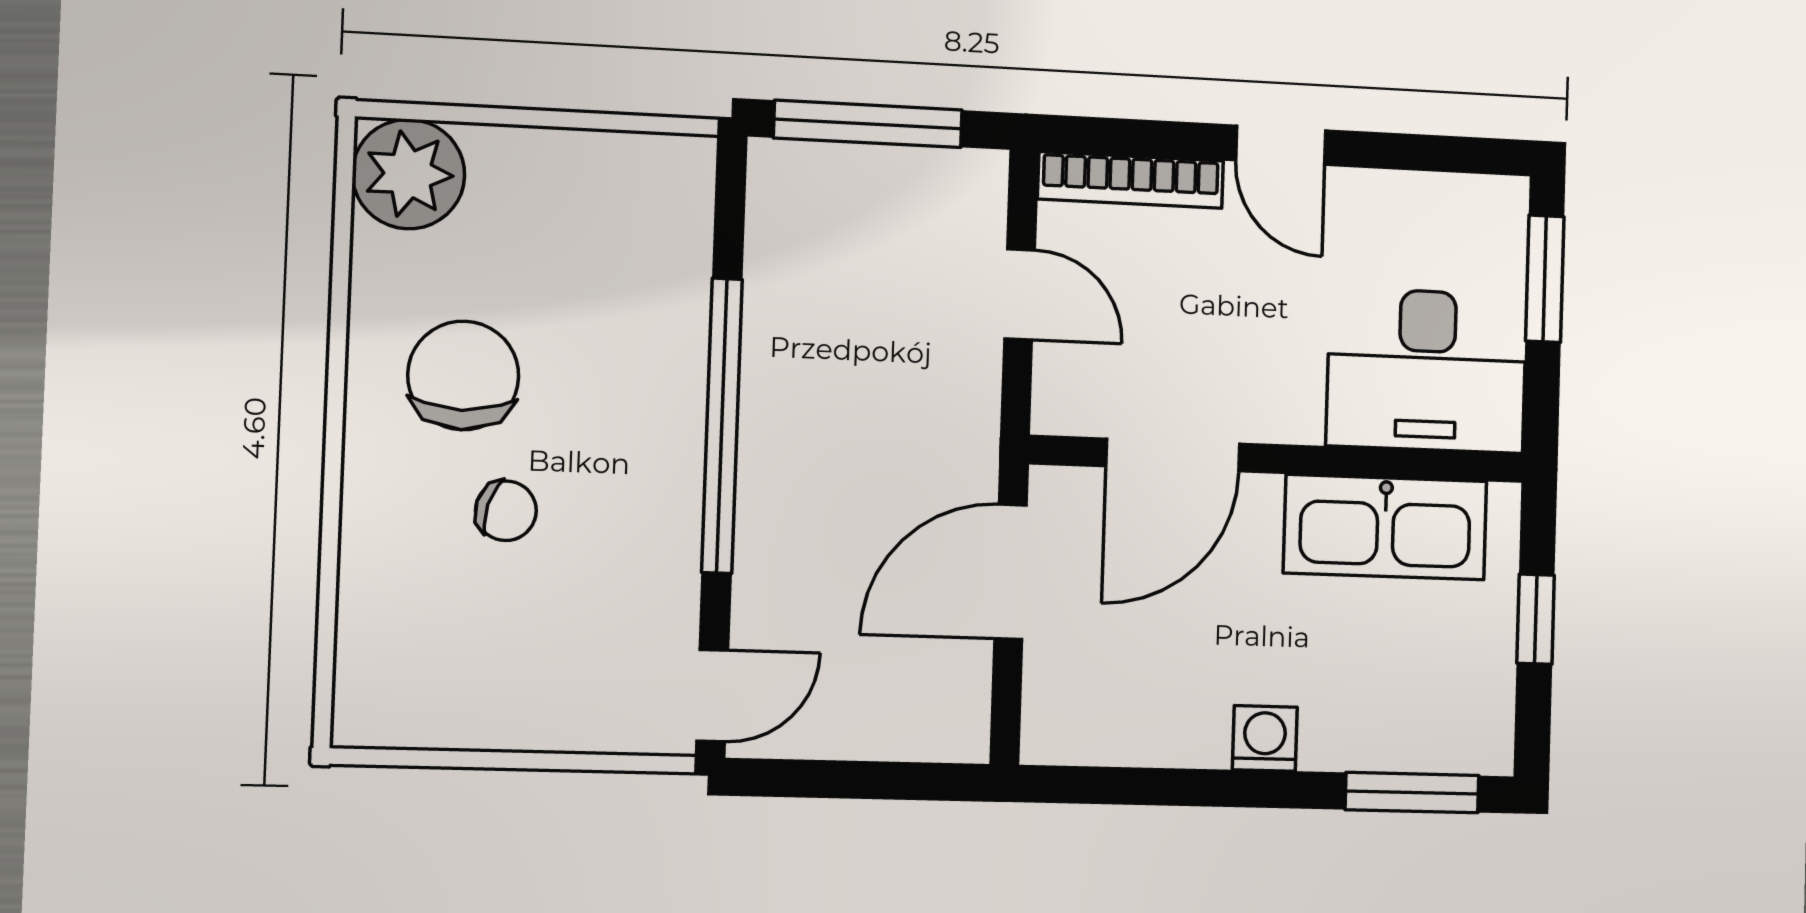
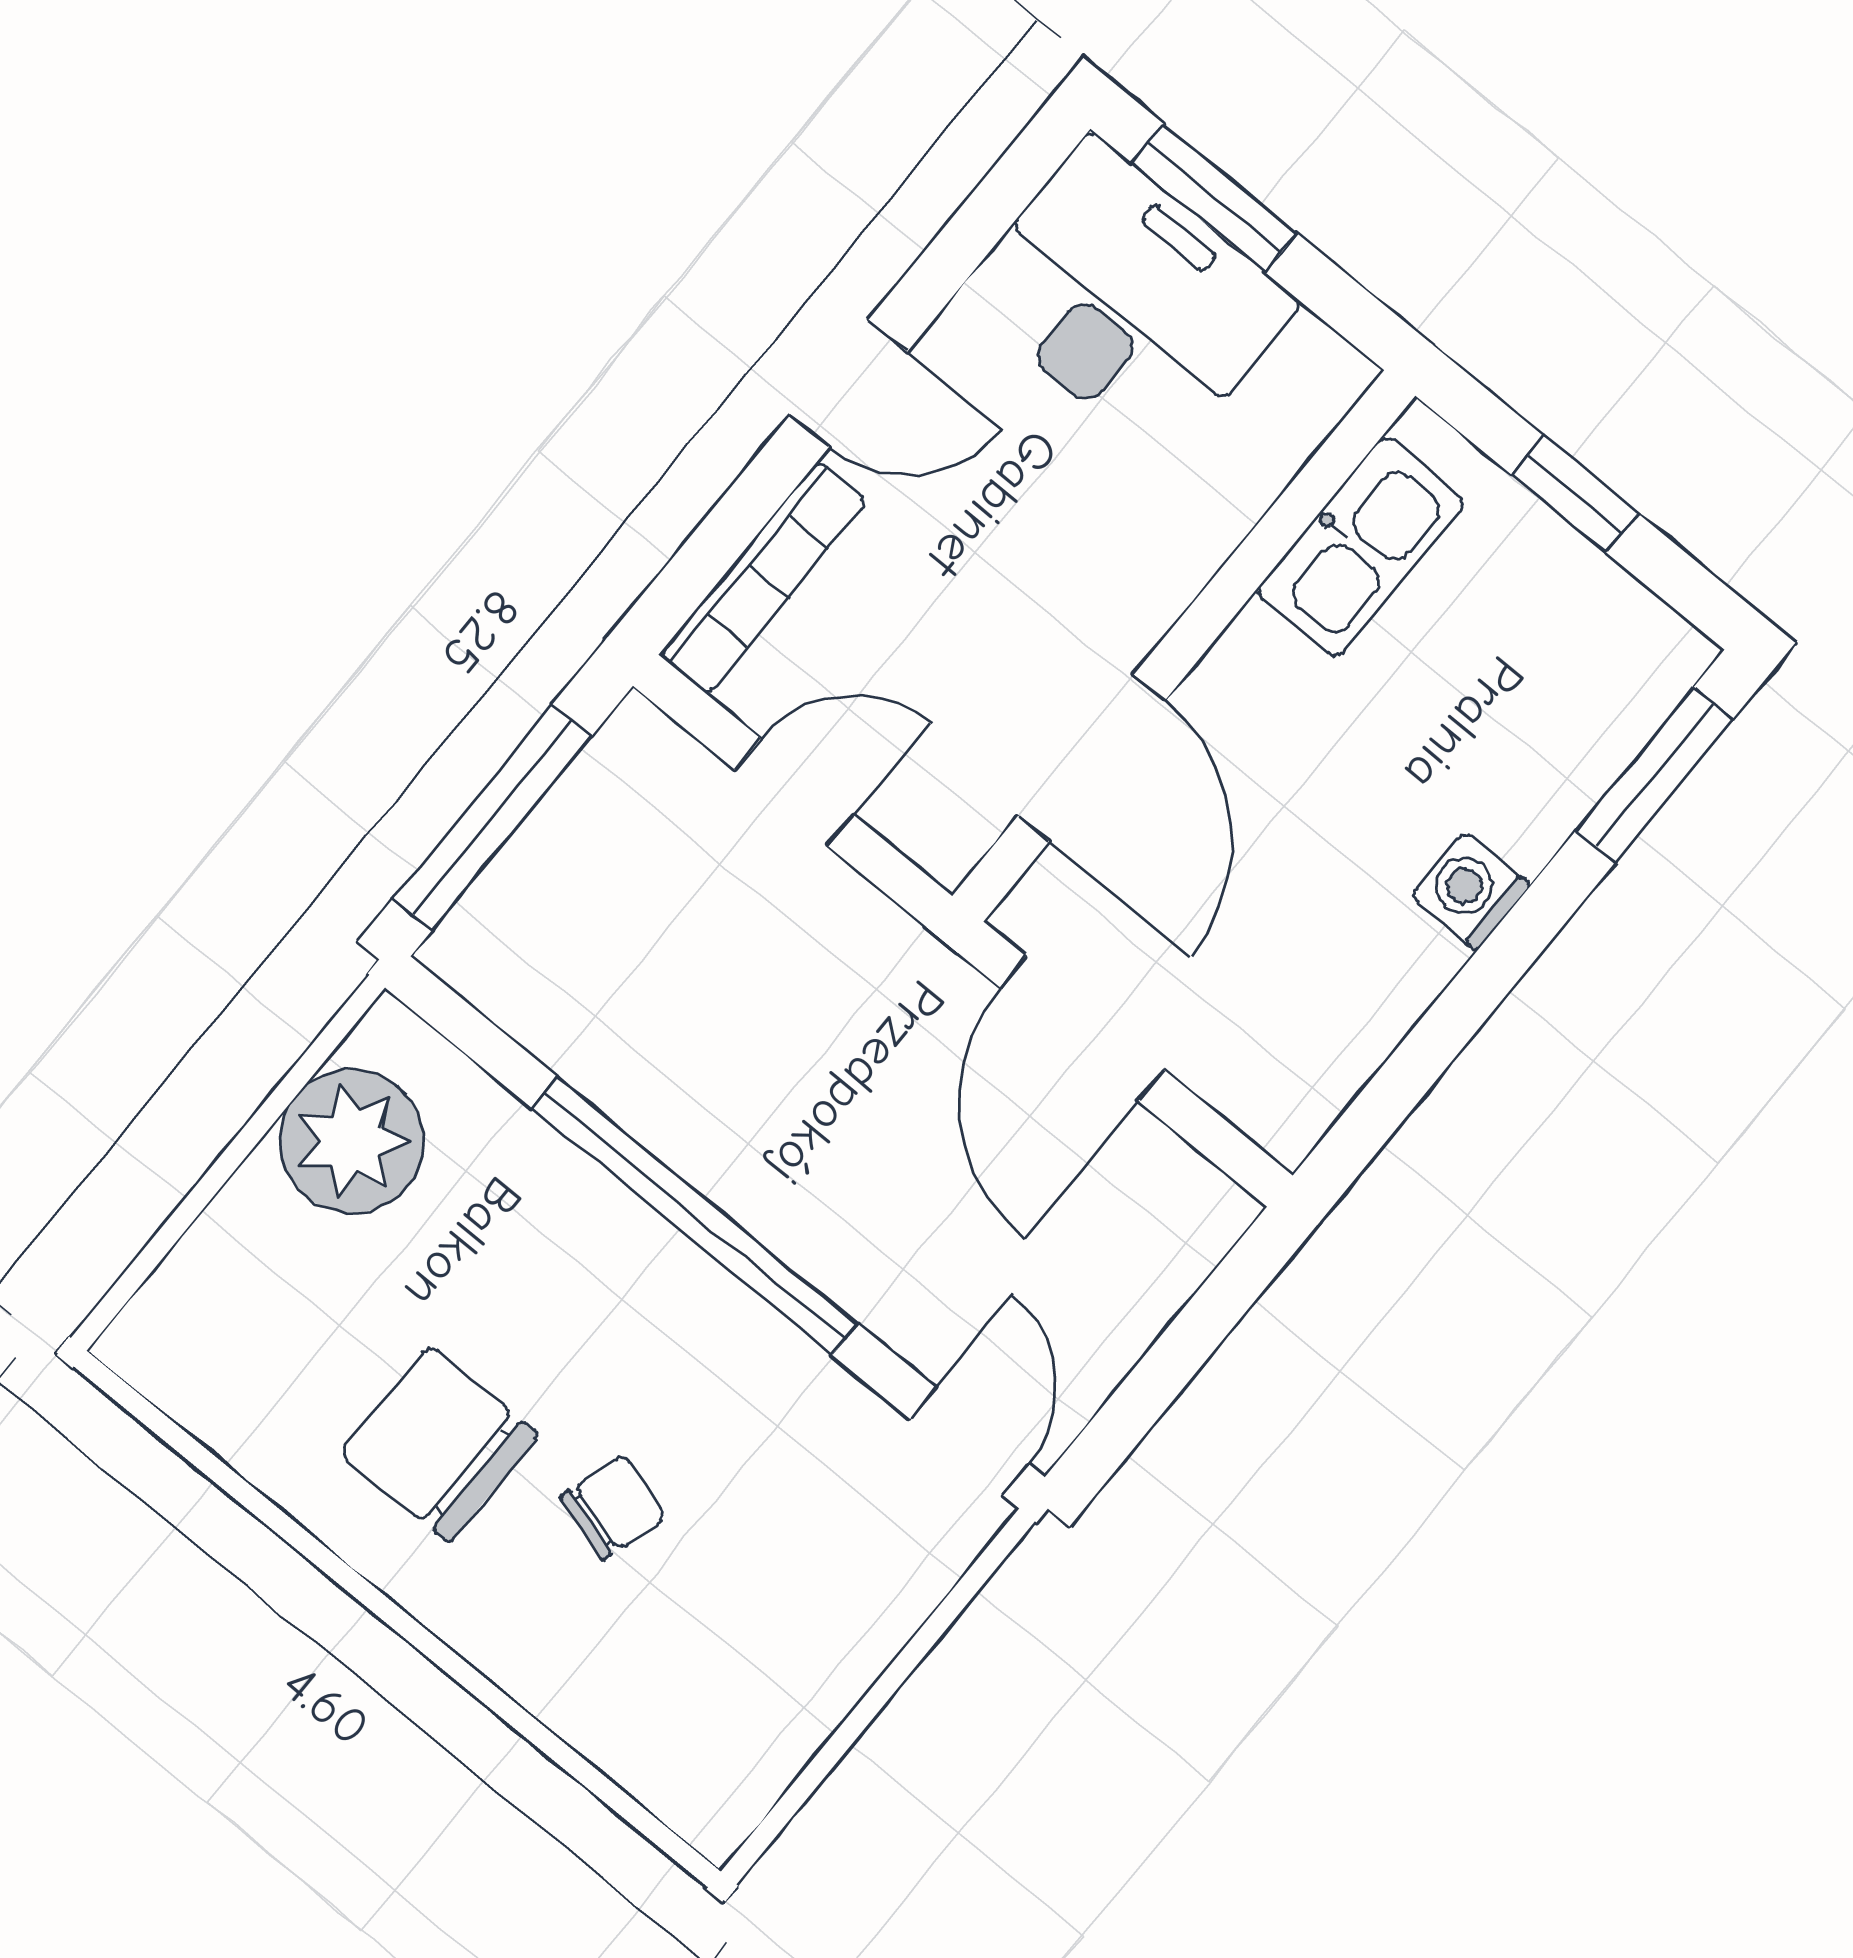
plant: (409, 174) -> (352, 1141), moved
desk: (1427, 370) -> (1128, 300), moved, turned -90
kitchen sink: (1385, 527) -> (1360, 547), width x0.73, depth x0.81

